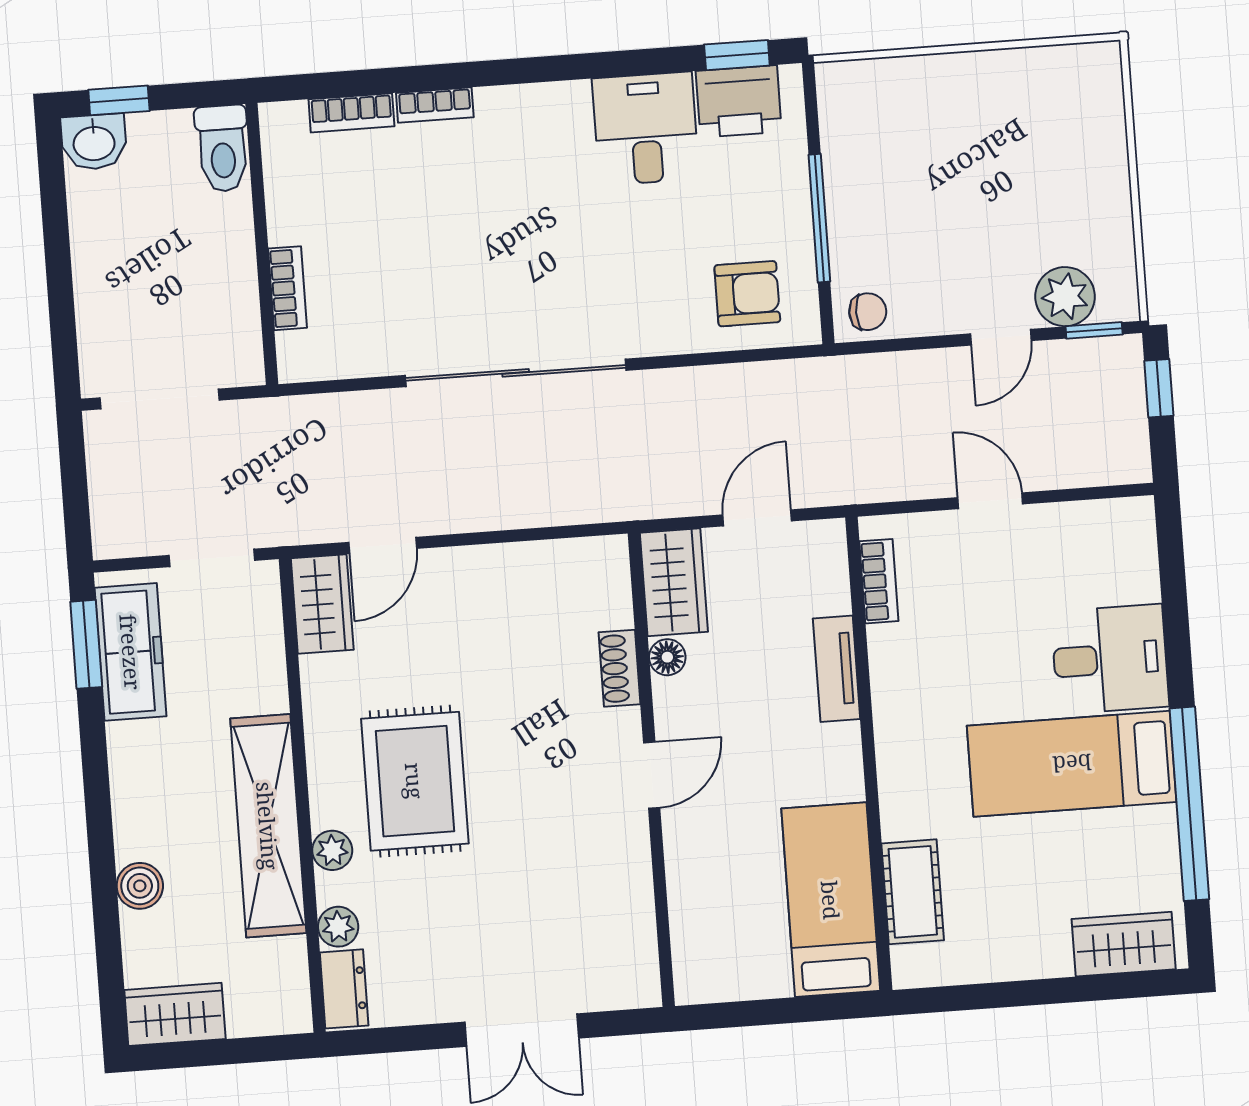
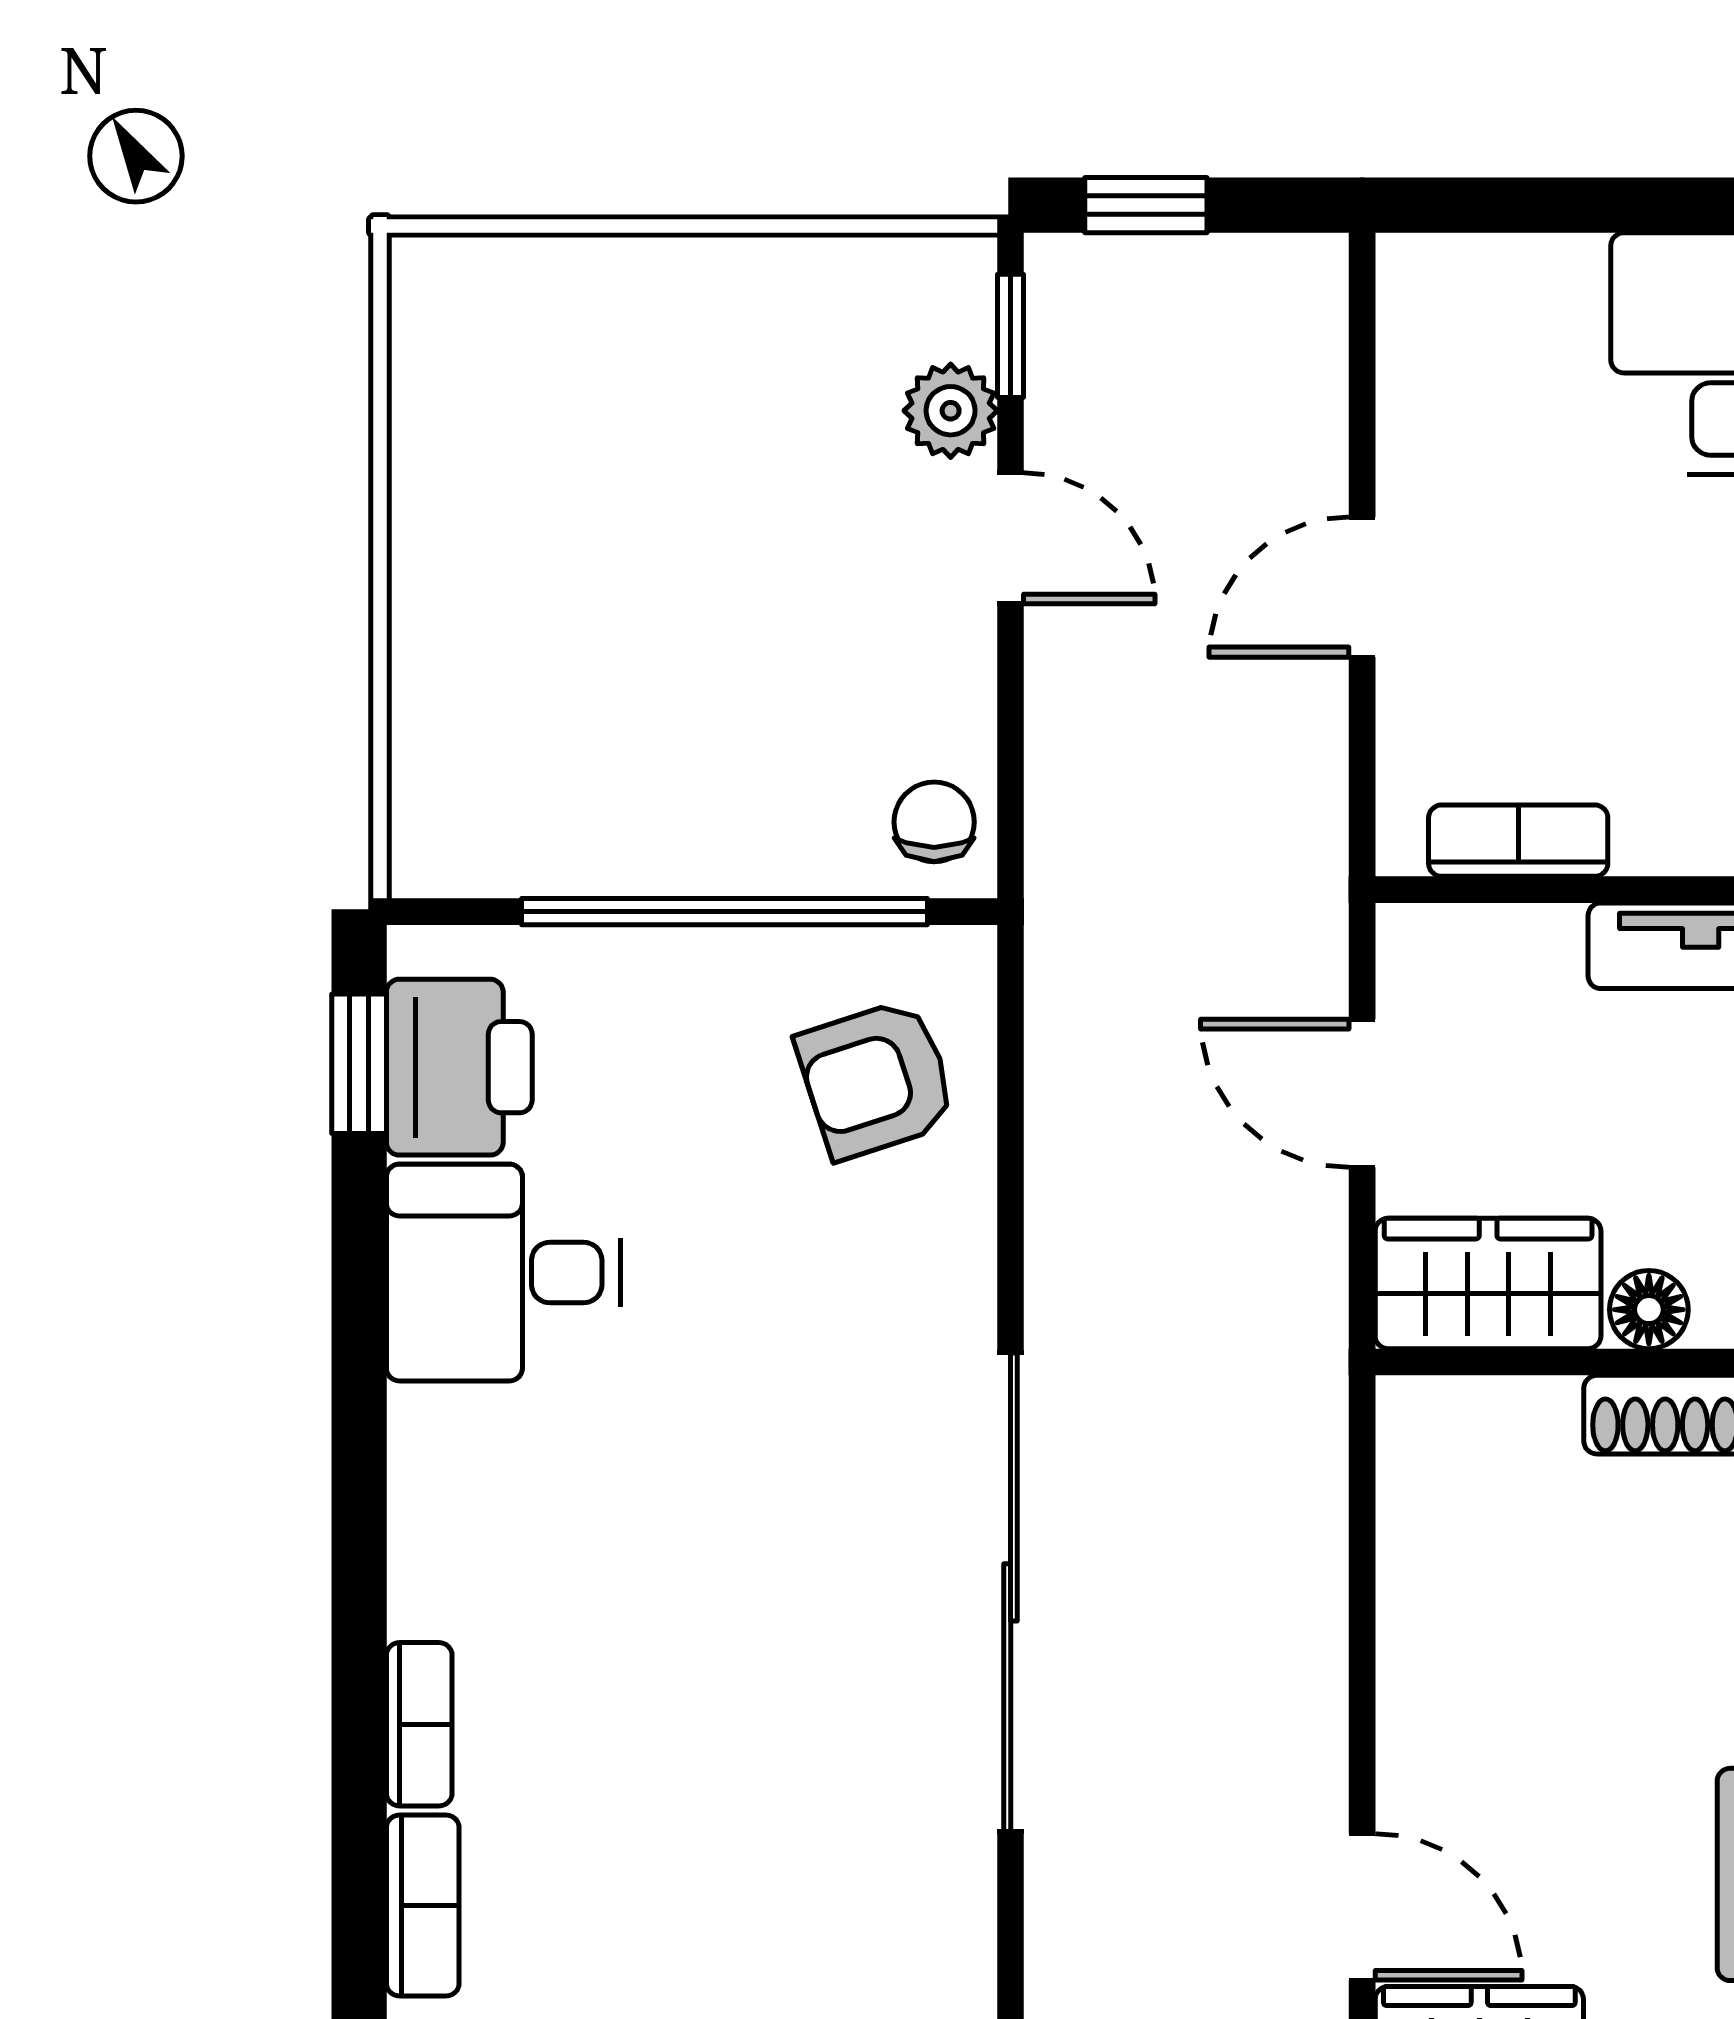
window: (819, 218) -> (724, 912), width x1.46
armchair: (747, 294) -> (876, 1079), turned -108
plant: (1065, 297) -> (951, 411), width x0.73, depth x0.73

